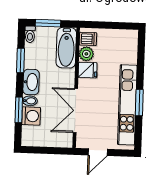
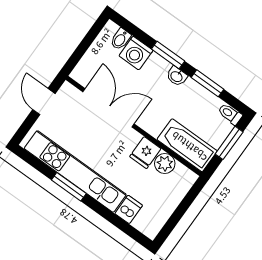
dishwasher: (88, 39) -> (129, 209), moved, turned 180
washbasin: (31, 82) -> (177, 76), width x0.52, depth x0.69
bidet: (30, 101) -> (120, 39), moved
window: (19, 110) -> (168, 55), moved

